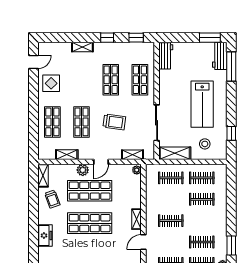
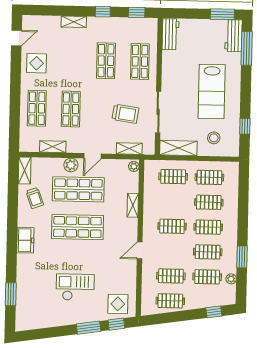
trolley: (114, 122) -> (125, 114), moved
shelving: (137, 219) -> (133, 205), moved
clothes rail: (202, 221) -> (208, 227), added

